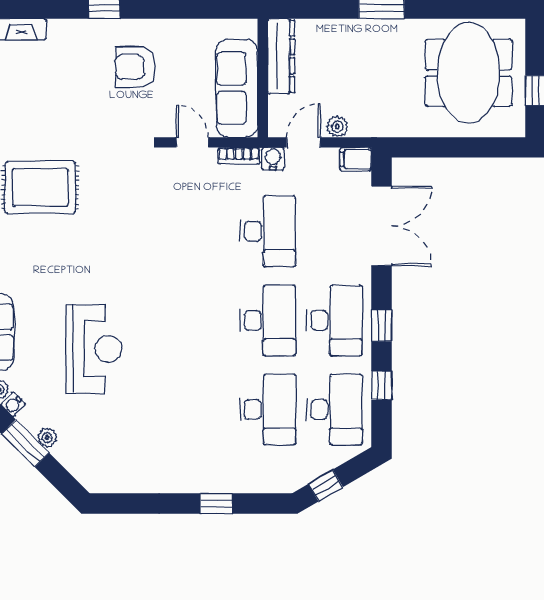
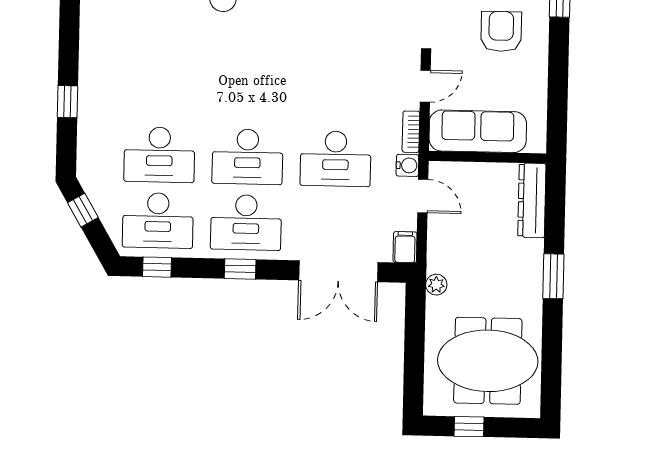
dresser: (281, 56) -> (532, 200), moved, turned 90
plant: (337, 127) -> (436, 285), moved
window: (381, 385) -> (157, 267), moved

